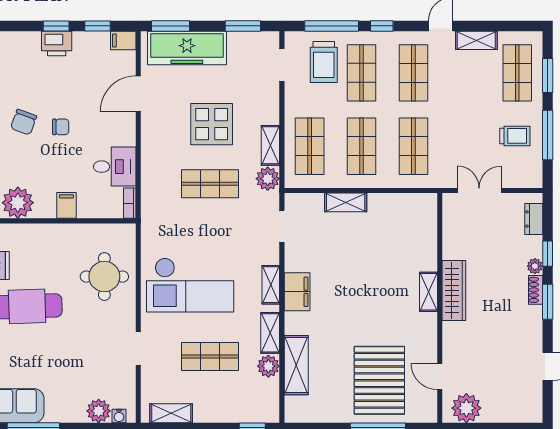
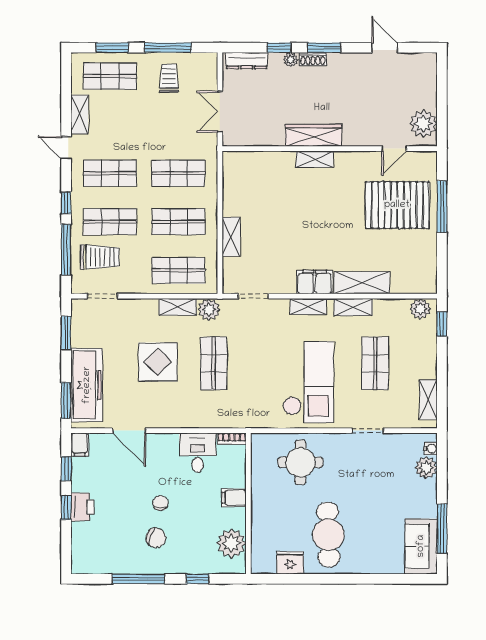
dresser: (534, 219) -> (247, 61), width x1.44
shelving: (296, 365) -> (362, 283), moved
plant: (268, 366) -> (420, 309), moved

